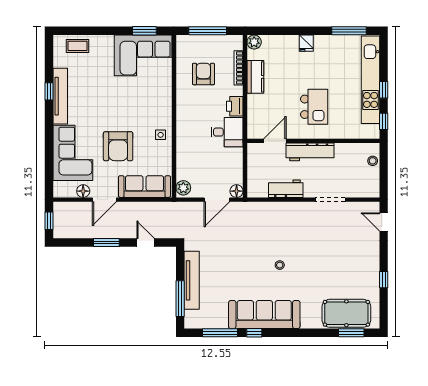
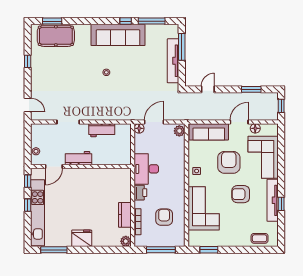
fridge: (306, 43) -> (82, 238), width x1.88, depth x1.34
corner sofa: (143, 55) -> (204, 208), moved, turned 90
armchair: (203, 74) -> (164, 217), turned 180
armchair: (102, 104) -> (241, 194), added
kitchen island: (314, 107) -> (80, 192), removed
desk: (227, 132) -> (146, 169), width x1.37
door: (275, 141) -> (54, 166), moved
workbench: (310, 152) -> (79, 158), width x0.73
window: (106, 243) -> (251, 89), moved
door: (146, 243) -> (208, 89), swing flipped

